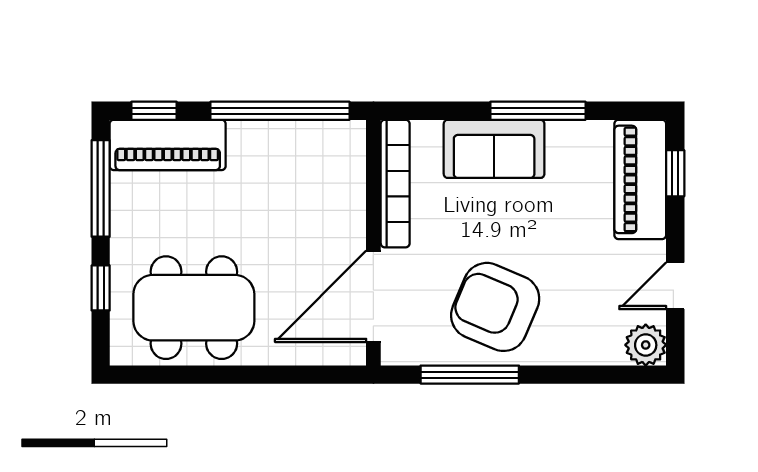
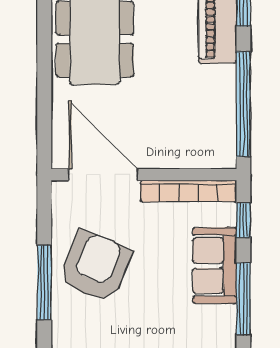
window: (434, 111) -> (243, 220), added
window: (470, 375) -> (44, 282), moved

